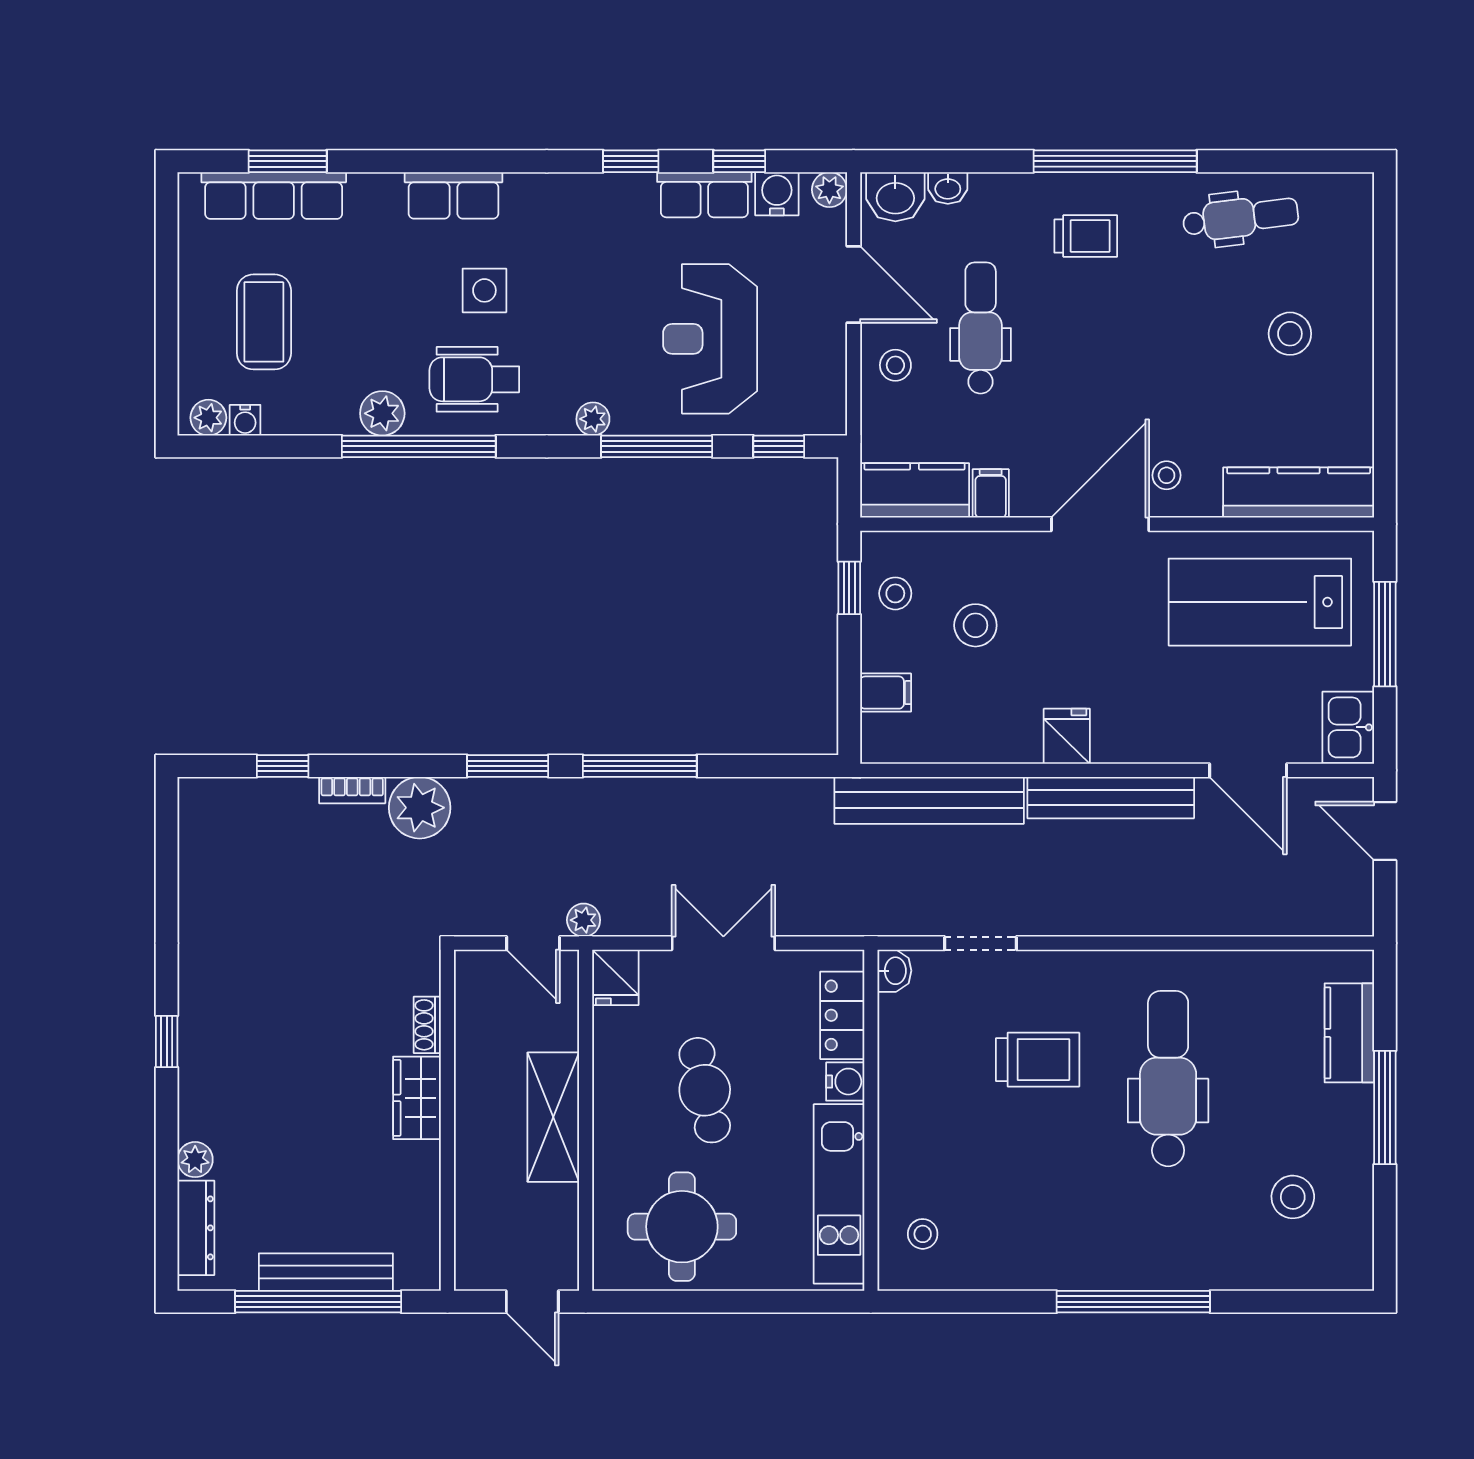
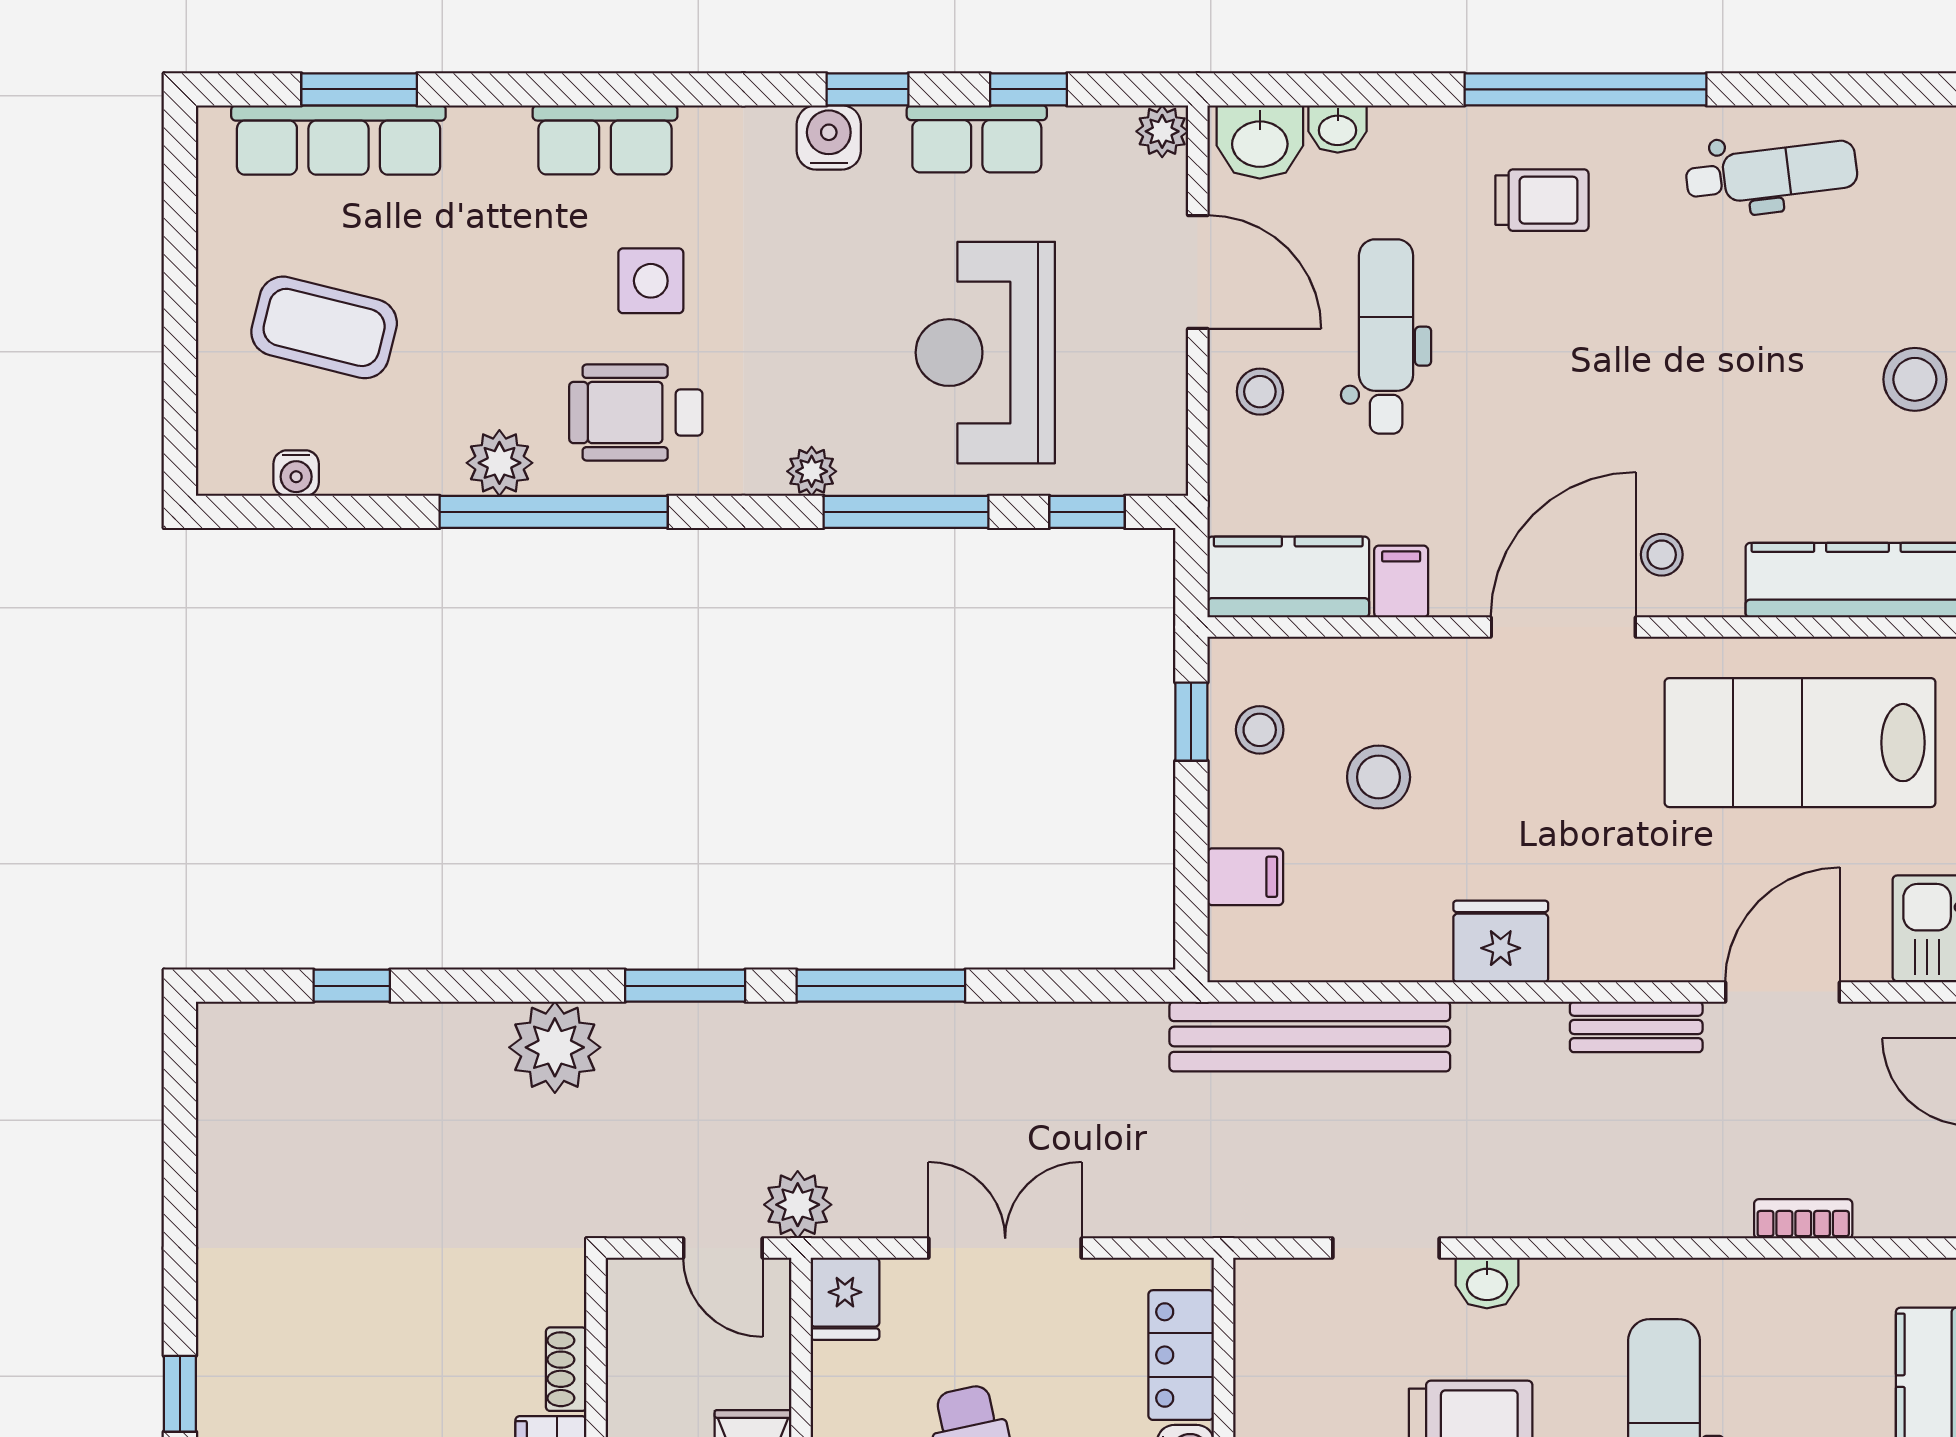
water cooler: (777, 194) -> (829, 137), moved
coffee table: (264, 322) -> (324, 327), turned -76
stool: (1290, 334) -> (1915, 379), moved
plant: (208, 418) -> (242, 469), removed
fridge: (1067, 736) -> (1501, 941), width x1.38
door: (1248, 770) -> (1783, 992), swing flipped
bookcase: (352, 790) -> (1803, 1219), moved, turned 180
bench: (1111, 798) -> (1636, 1027), width x0.54, depth x0.82
plant: (584, 920) -> (798, 1205), width x1.38, depth x1.38
washbasin: (894, 971) -> (1487, 1283), moved, turned 90

